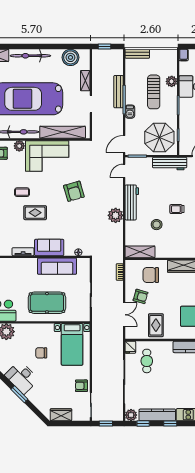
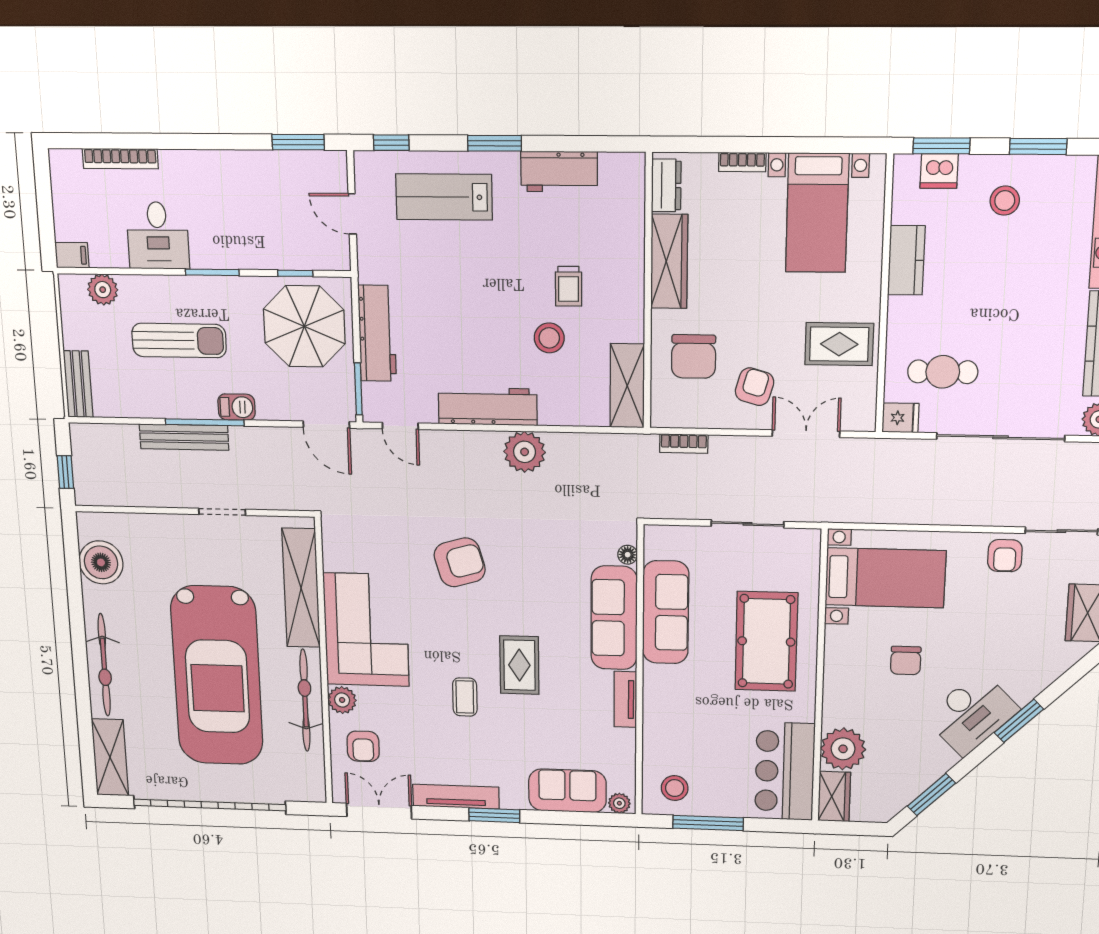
shelving: (85, 81) -> (160, 525), removed
plant: (172, 81) -> (103, 290), moved
workbench: (170, 164) -> (377, 333), moved
trolley: (177, 209) -> (568, 286), moved
sofa: (49, 247) -> (614, 618), width x1.36

